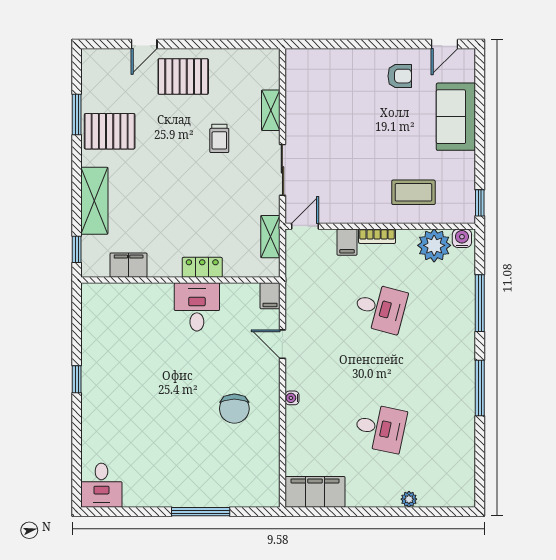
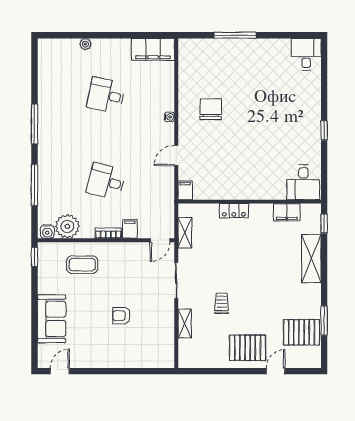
armchair: (400, 76) -> (121, 316), moved
pallet: (110, 131) -> (302, 332), moved
desk: (197, 307) -> (303, 182), moved
door: (282, 344) -> (176, 156), swing flipped

